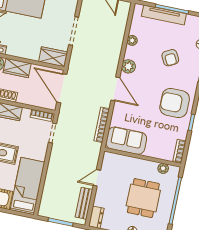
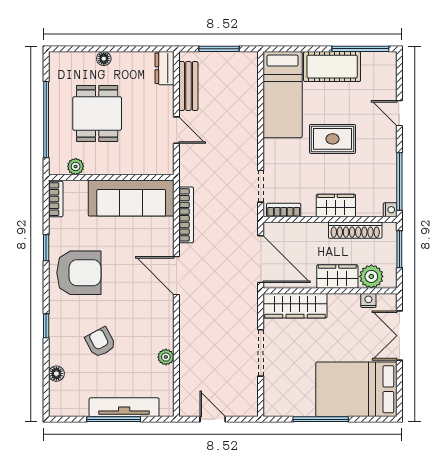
wardrobe: (53, 57) -> (295, 306), width x1.50
plant: (128, 66) -> (163, 315), removed
sofa: (126, 141) -> (131, 198), width x1.36
door: (97, 178) -> (176, 130), hinge flipped

